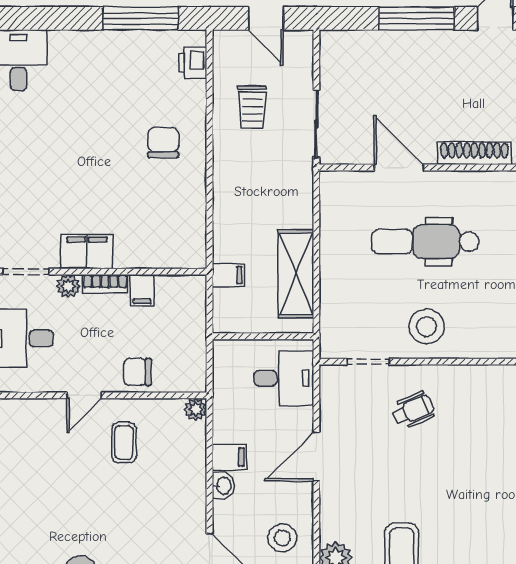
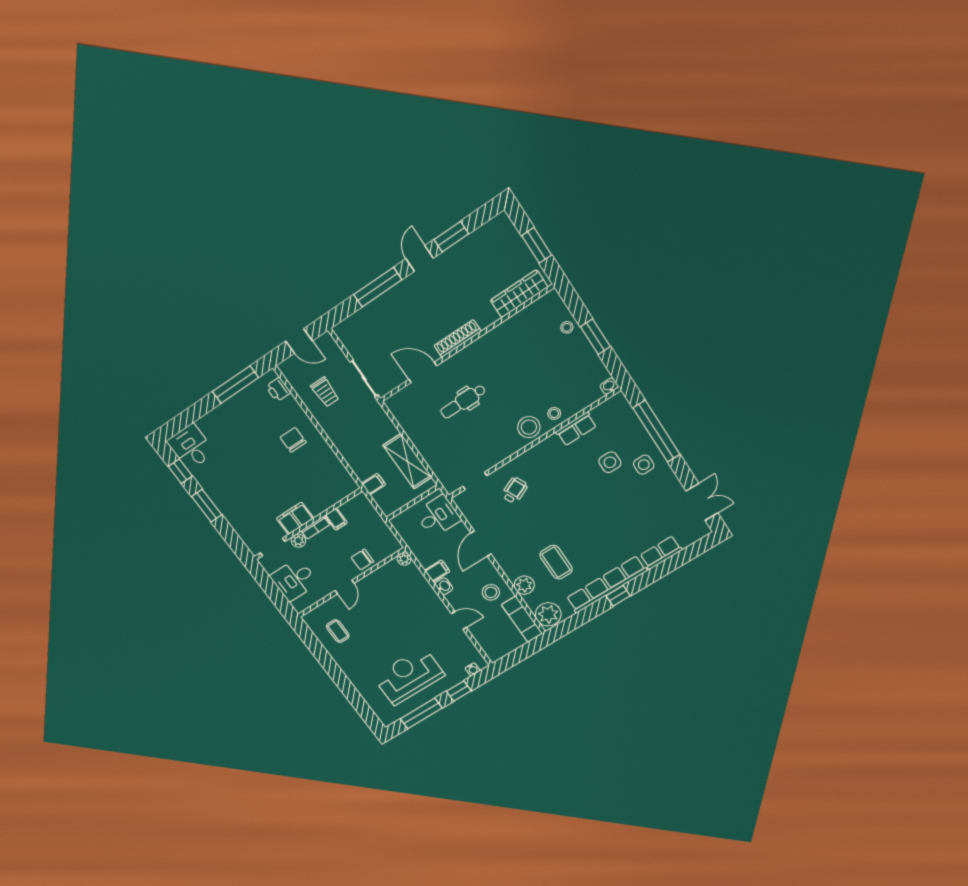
dental chair: (425, 242) -> (463, 401), width x0.73, depth x0.72
stool: (426, 326) -> (529, 427), moved
coffee table: (124, 443) -> (338, 631), moved

